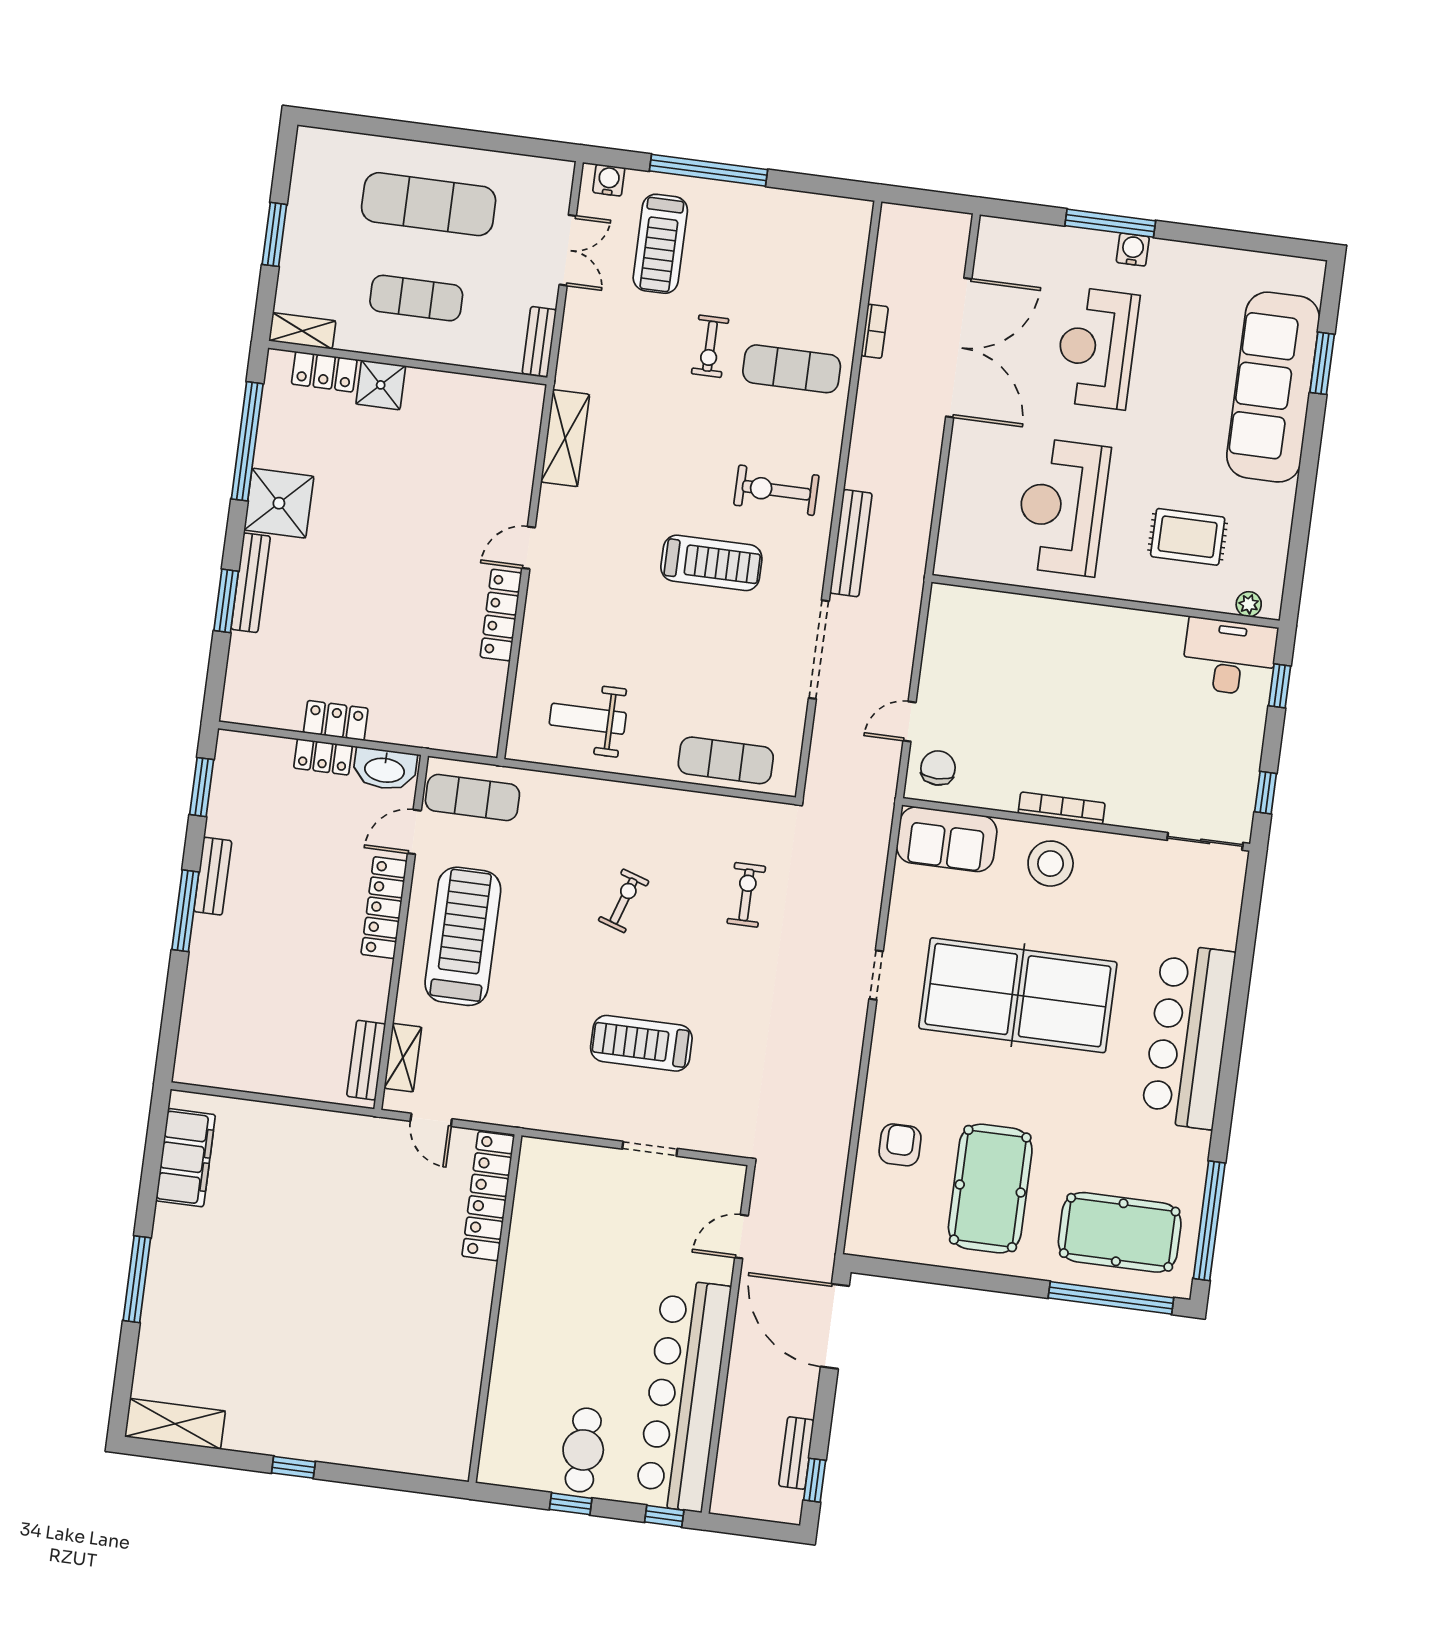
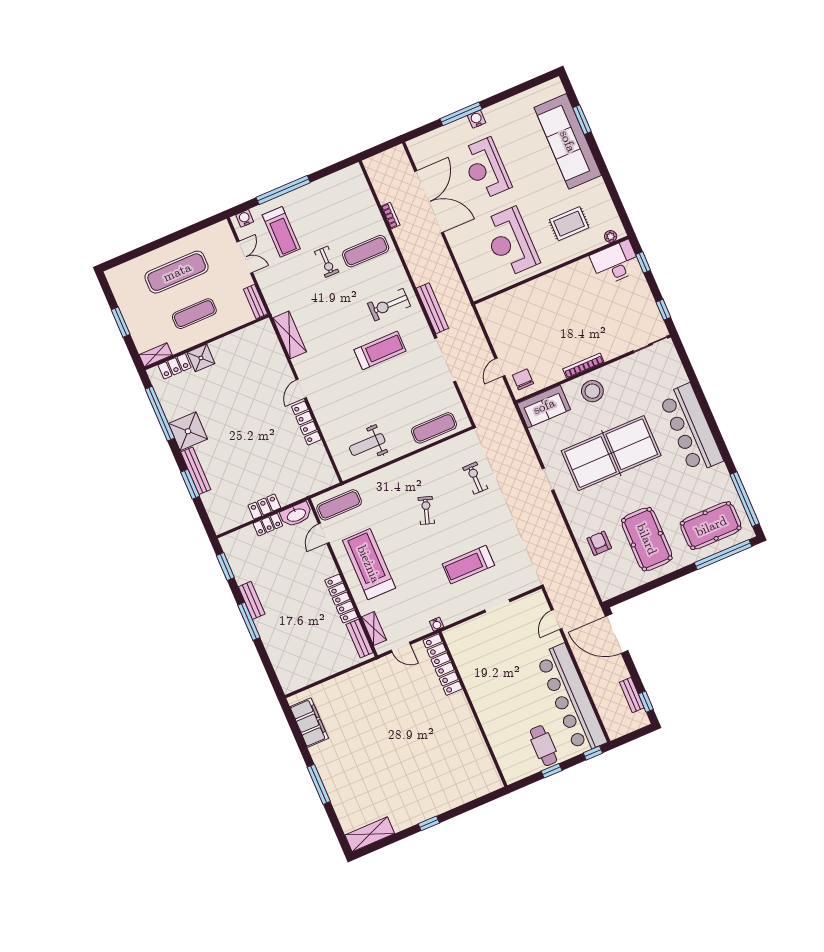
locker: (384, 908) -> (341, 599), moved
water cooler: (520, 1117) -> (437, 624), added

